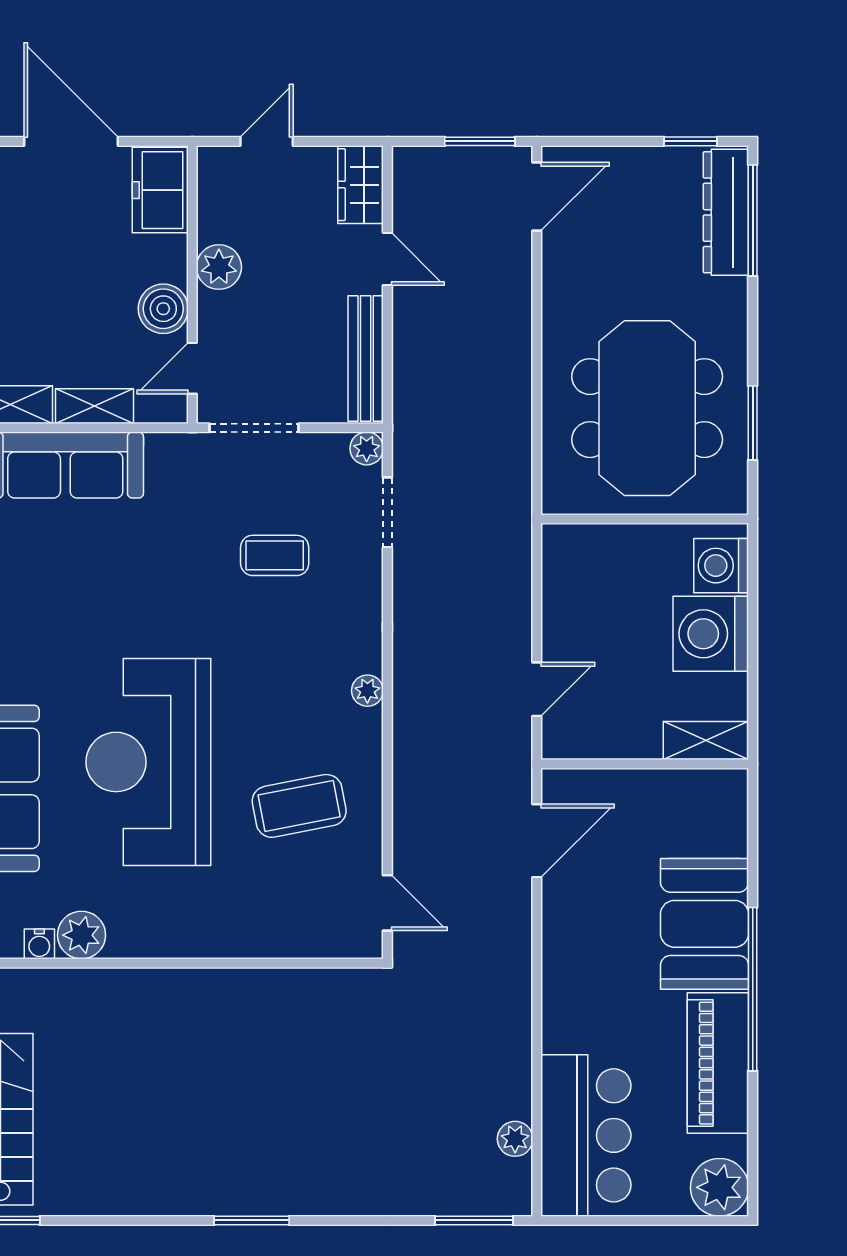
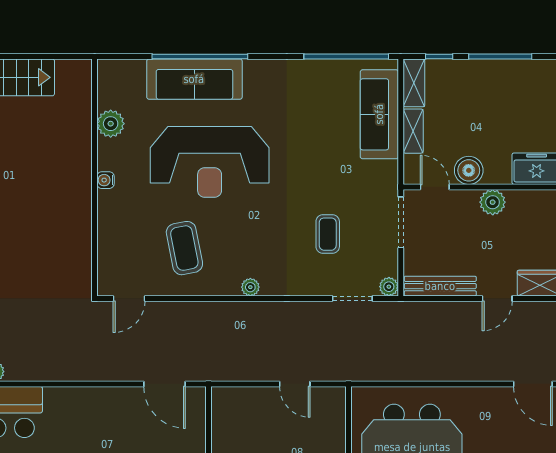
door: (537, 689) -> (295, 384), moved
reception desk: (148, 762) -> (210, 162), turned 180
water cooler: (39, 944) -> (105, 180), moved

